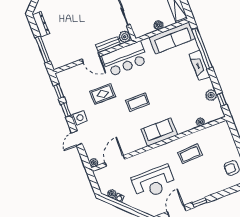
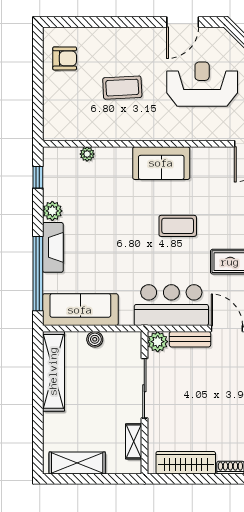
plant: (211, 95) -> (52, 211), moved
coffee table: (190, 154) -> (122, 88), moved
window: (200, 202) -> (139, 22), removed

